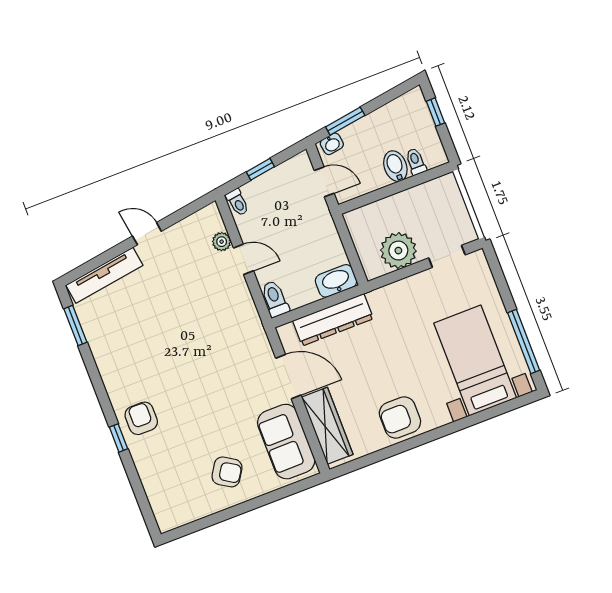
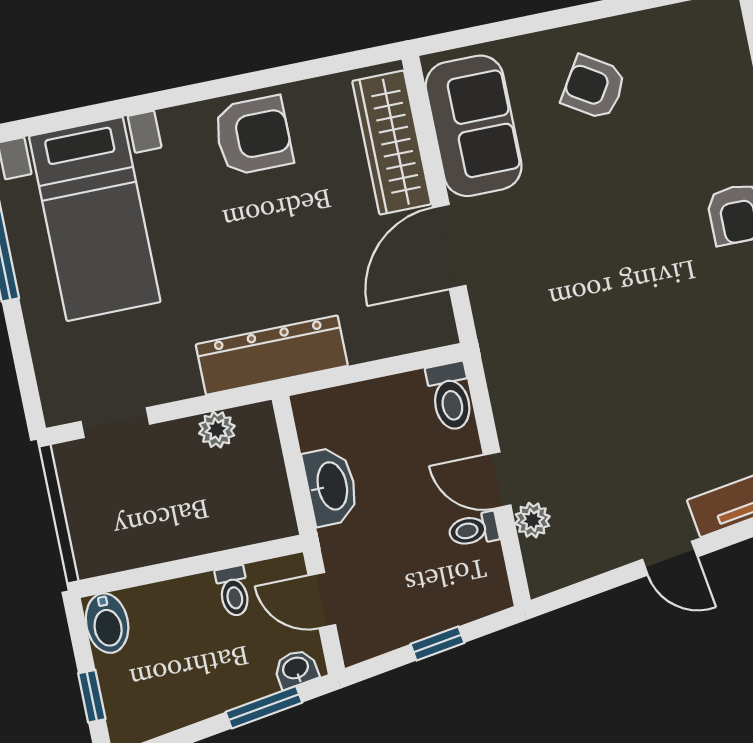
toilet: (416, 162) -> (233, 591), moved
bidet: (395, 166) -> (107, 623), moved
toilet: (238, 202) -> (474, 530), moved, turned -81
plant: (398, 251) -> (217, 430), width x0.53, depth x0.53
washbasin: (336, 281) -> (331, 486), moved, turned -90
dresser: (333, 320) -> (272, 355), moved
door: (288, 377) -> (449, 247), hinge flipped

